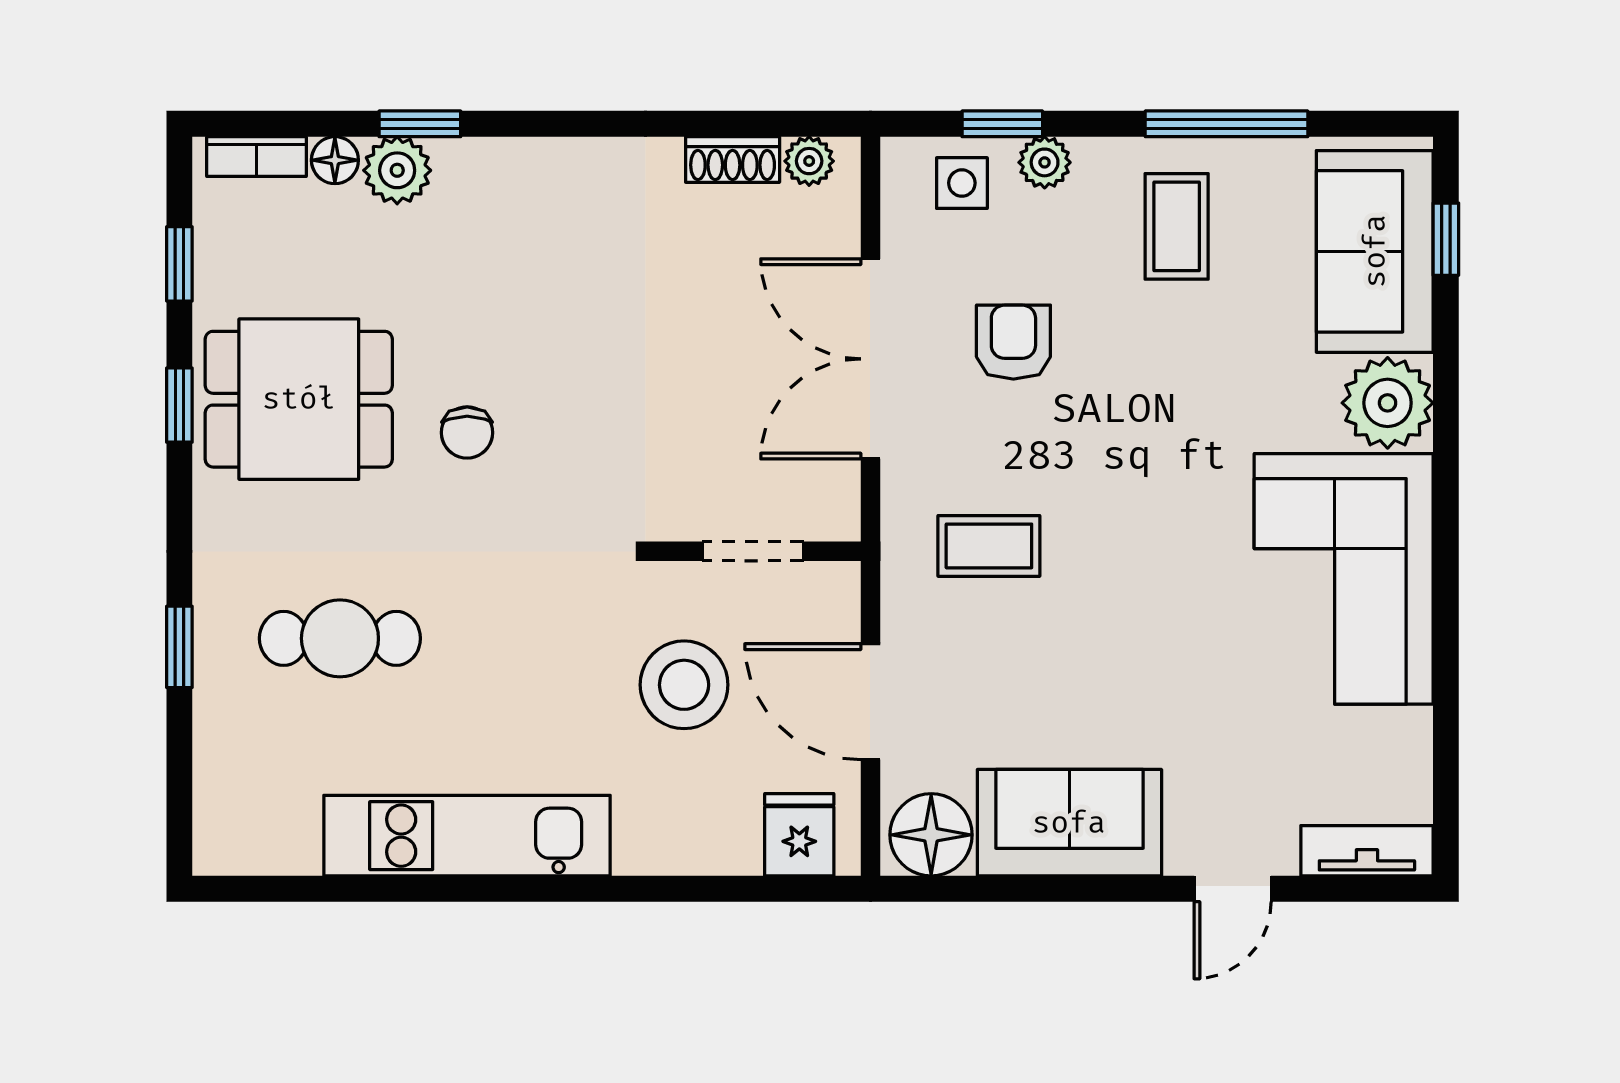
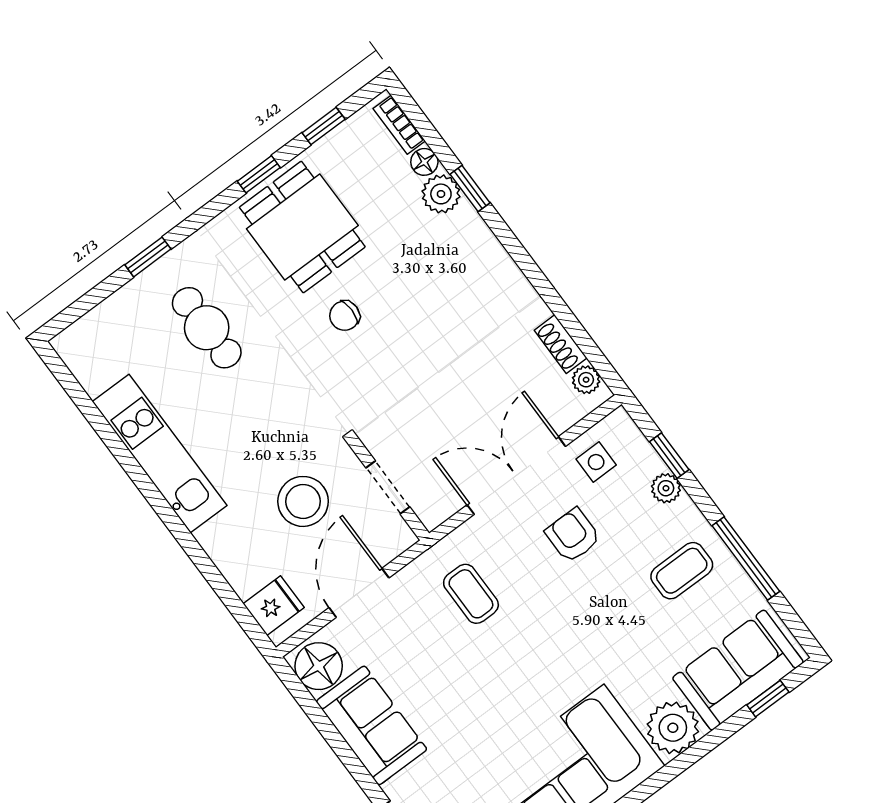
side table: (962, 183) -> (596, 462), moved
armchair: (1013, 342) -> (573, 535), turned -90

